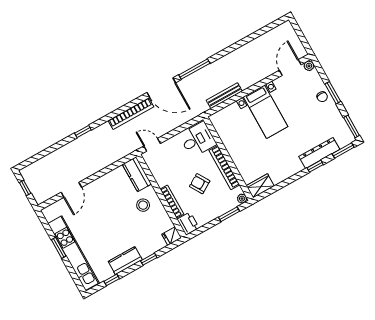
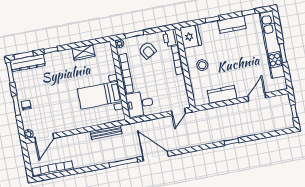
bed with nightstands: (266, 112) -> (100, 95), moved, turned -90
bookcase: (131, 114) -> (53, 169), moved
door: (152, 145) -> (178, 112), hinge flipped
dresser: (319, 153) -> (28, 63), moved
kitchen counter: (137, 174) -> (222, 95), moved, turned -90
armchair: (200, 184) -> (147, 50), moved
wardrobe: (260, 186) -> (83, 52), moved
fridge: (172, 236) -> (191, 36), width x1.88, depth x1.34

